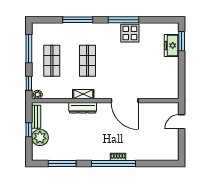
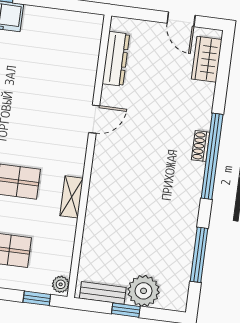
door: (125, 101) -> (94, 119), width x0.53
dresser: (83, 108) -> (116, 59), moved
door: (182, 122) -> (181, 19), moved
wardrobe: (163, 154) -> (207, 59), added

